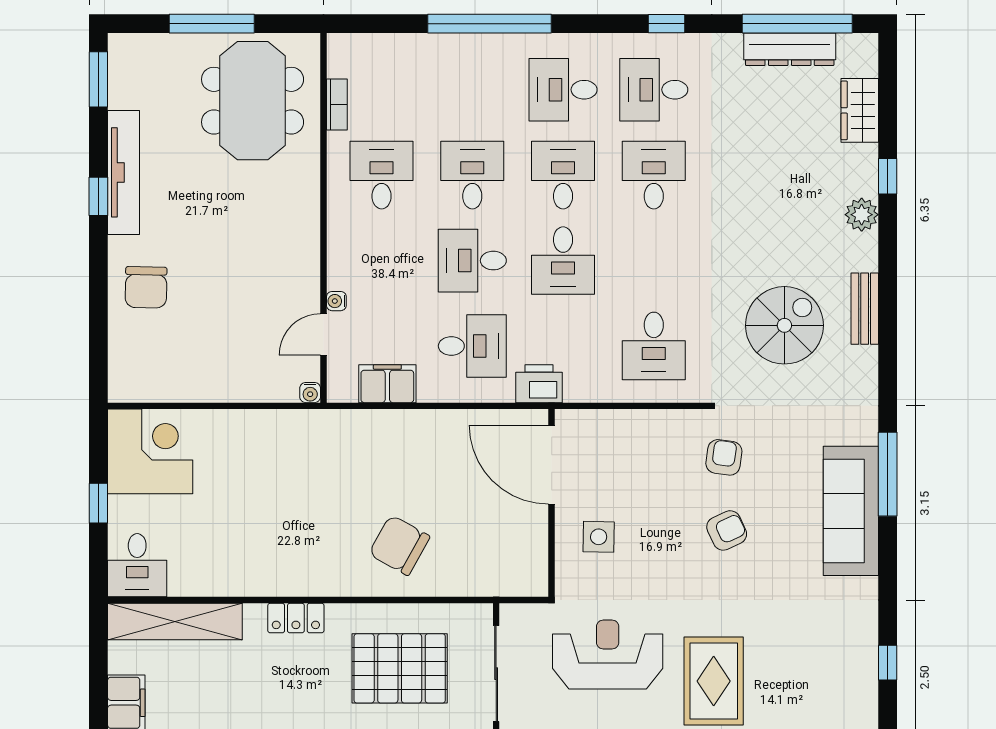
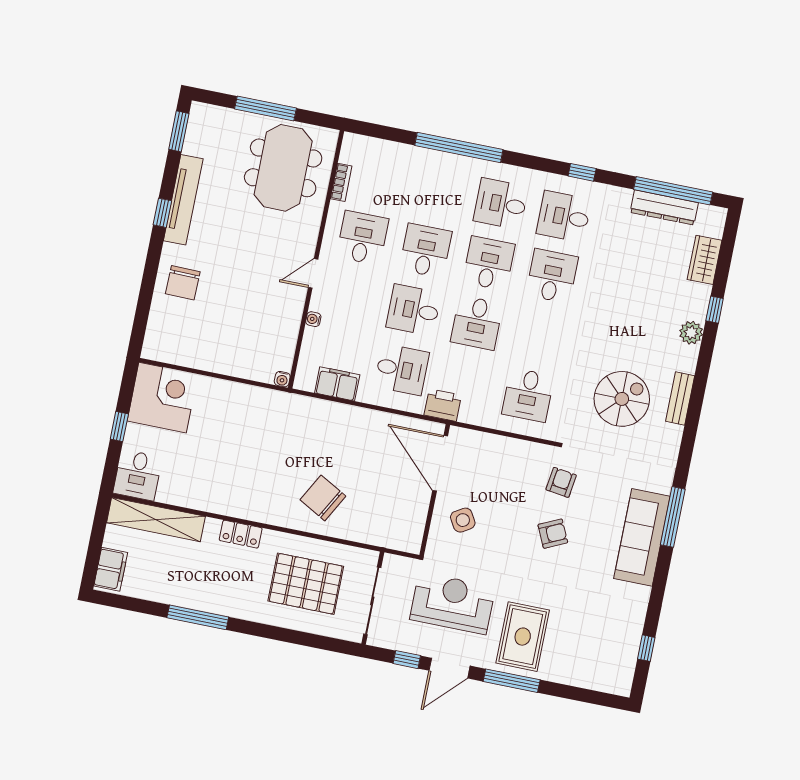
door: (323, 335) -> (313, 273), moved
side table: (599, 537) -> (463, 520), turned -32

